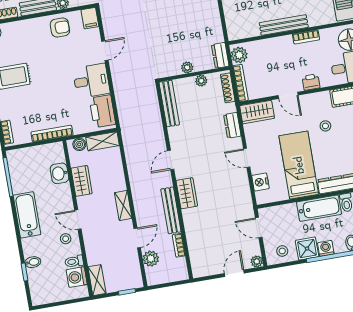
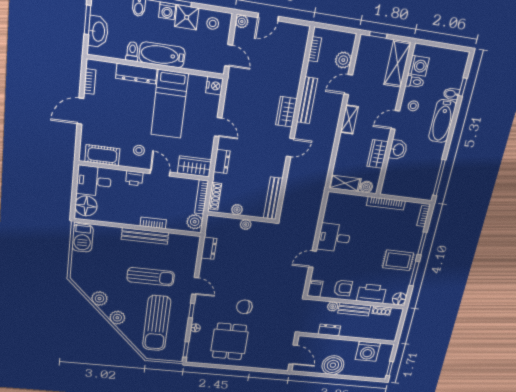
armchair: (60, 28) -> (343, 288), turned 180
bookcase: (306, 37) -> (153, 223), moved
dresser: (220, 55) -> (209, 248), moved
printer: (102, 111) -> (372, 294), moved, turned -90
stool: (325, 126) -> (139, 150), moved
washbasin: (59, 173) -> (398, 150), moved
nightstand: (260, 182) -> (214, 86), moved
bathtub: (27, 215) -> (442, 121), moved
door: (78, 220) -> (395, 120), swing flipped
bookcase: (179, 245) -> (315, 49), moved
shelving: (97, 280) -> (397, 64), width x1.50, depth x1.33

